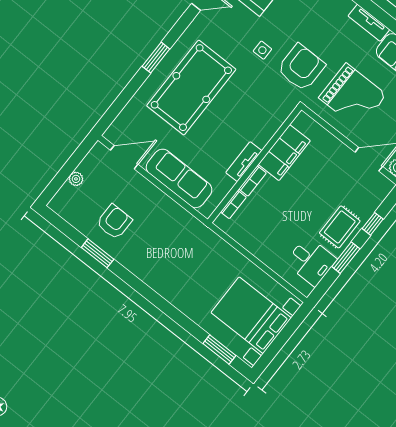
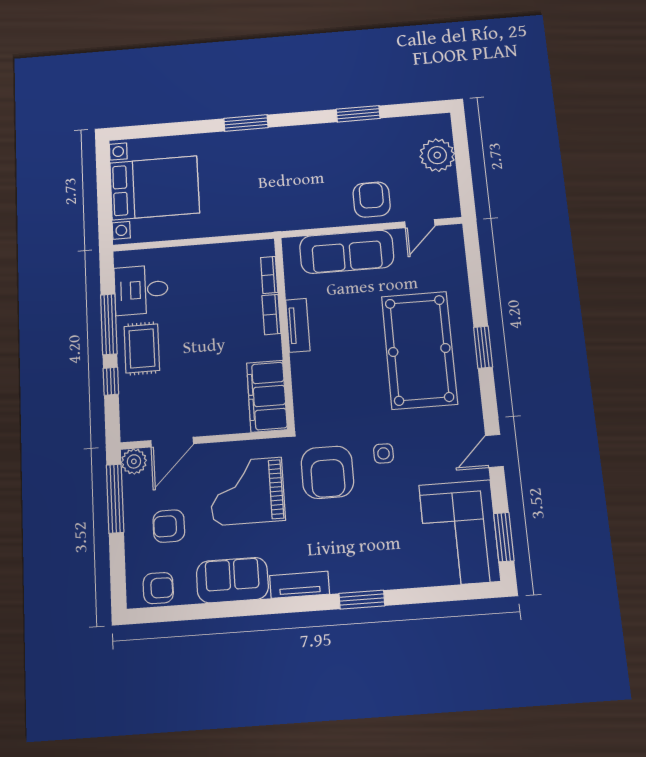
filing cabinet: (284, 153) -> (267, 396), moved
door: (124, 157) -> (420, 224), width x0.73
plant: (76, 179) -> (437, 155), width x1.88, depth x1.88
armchair: (114, 222) -> (372, 200), moved, turned 180
window: (346, 258) -> (109, 324), width x1.44
window: (219, 349) -> (246, 123), moved

